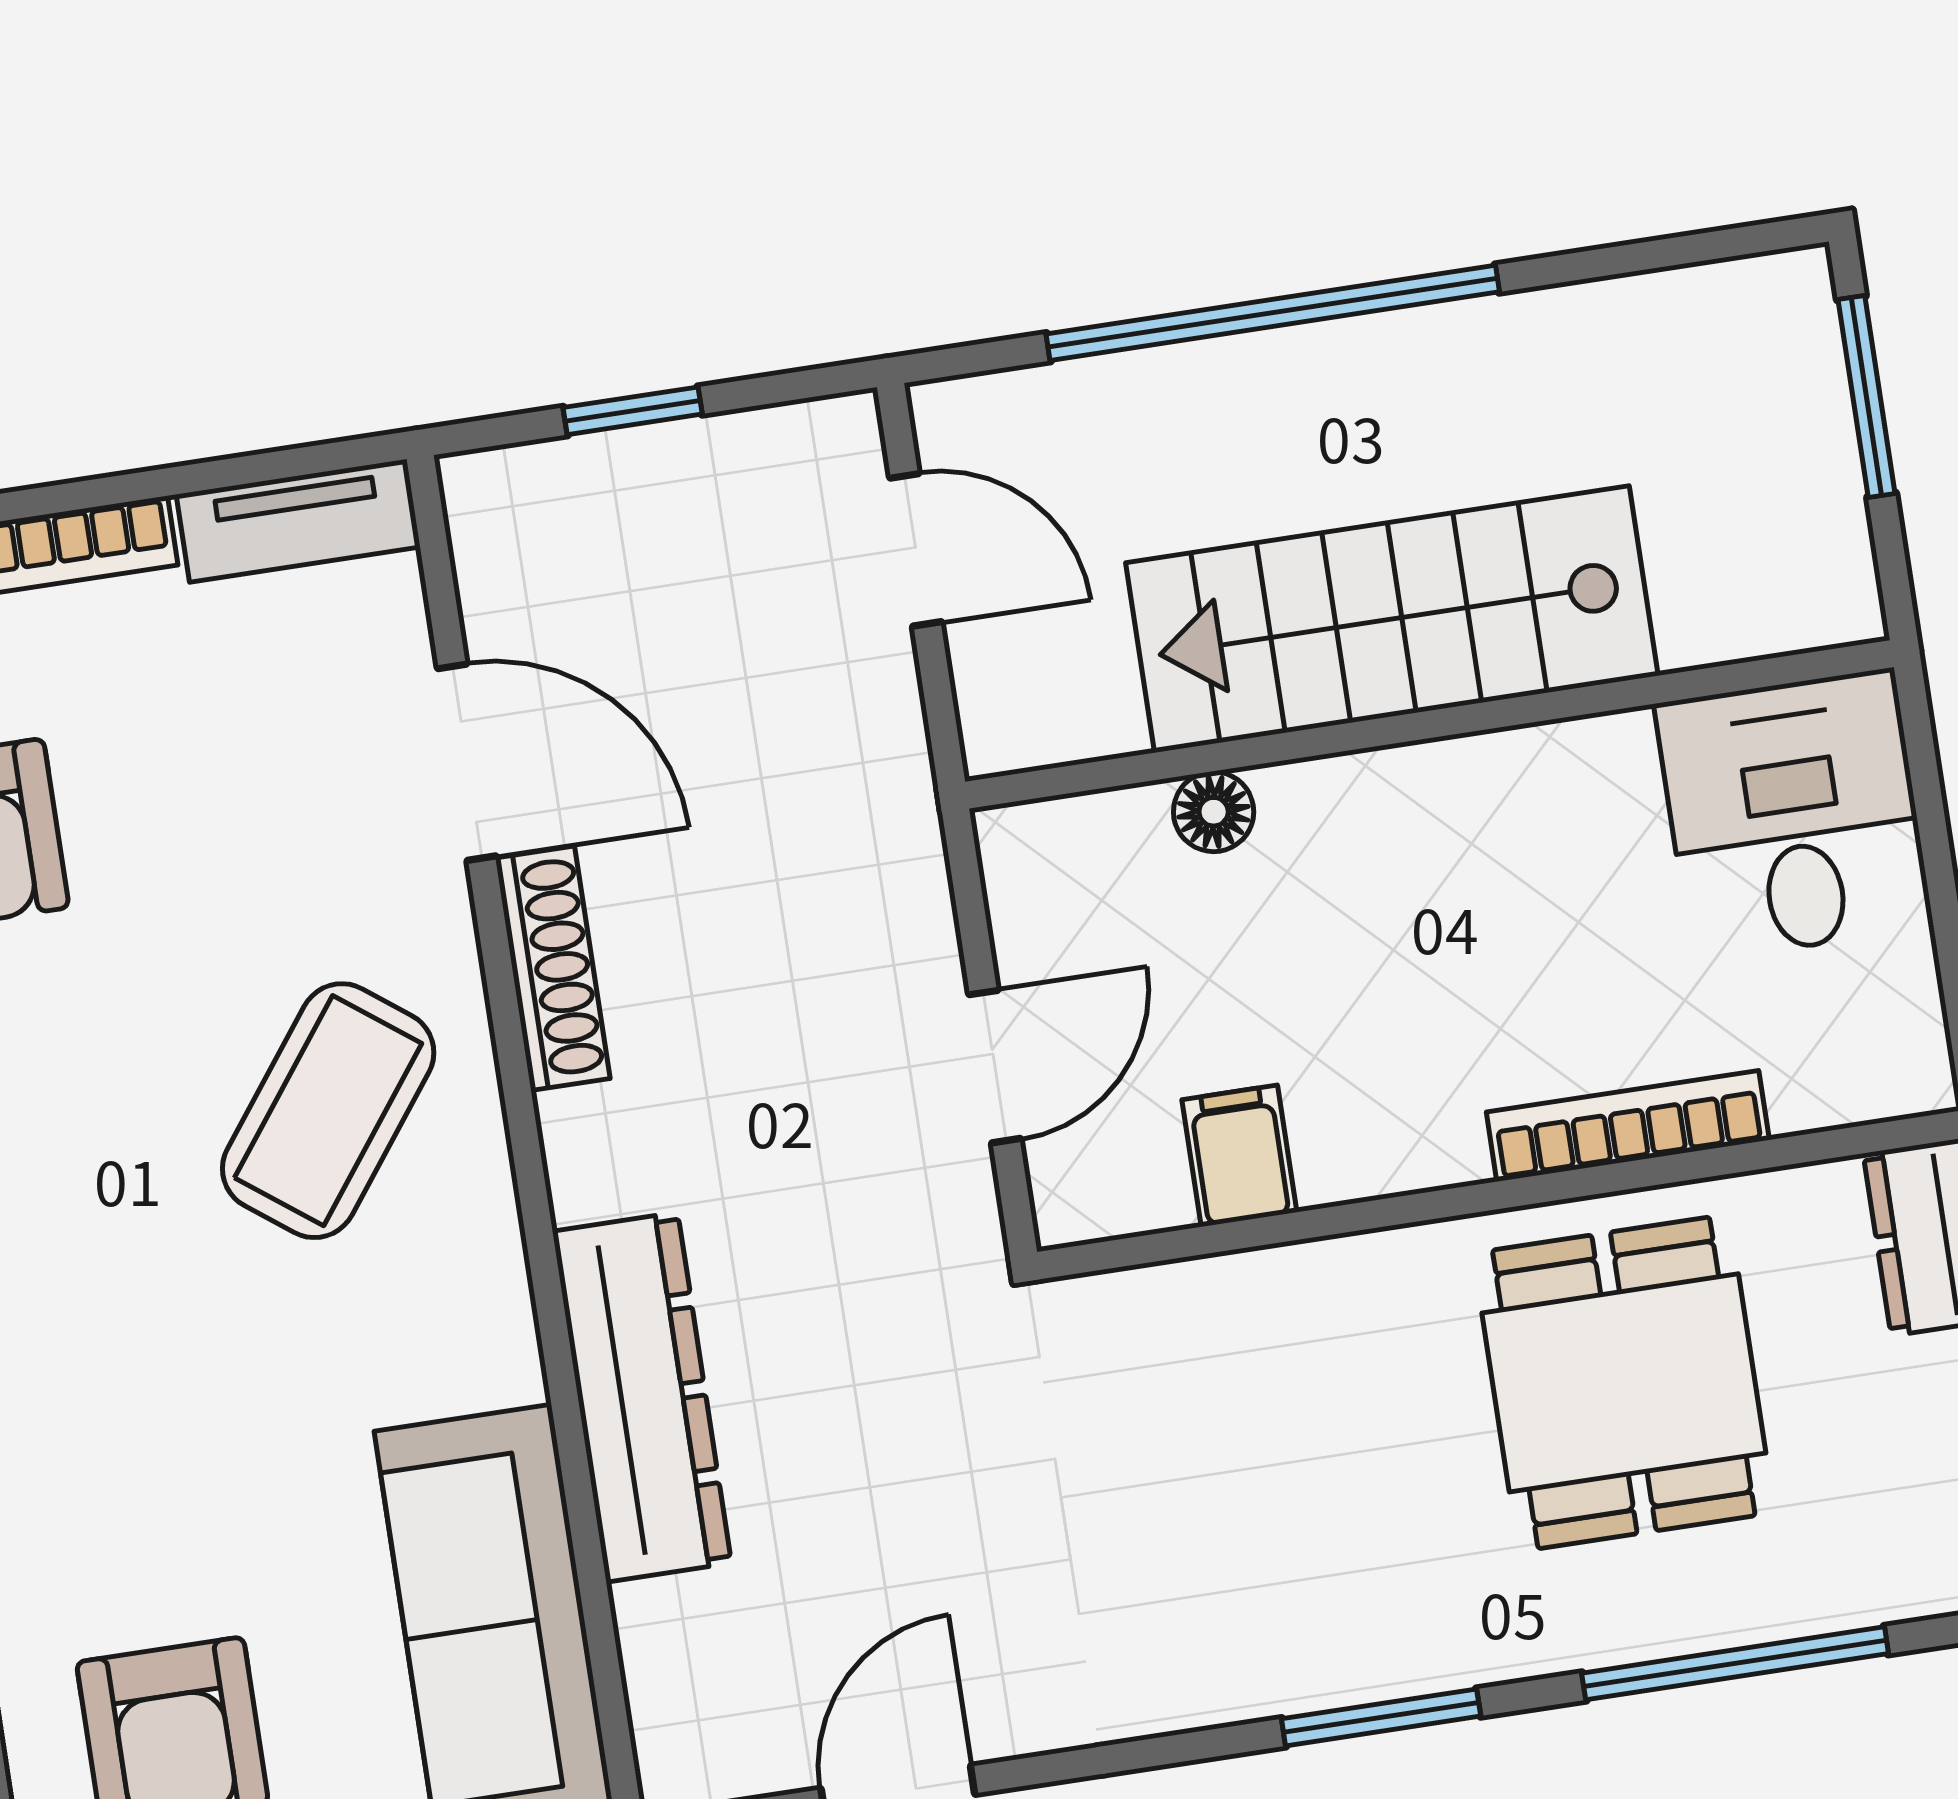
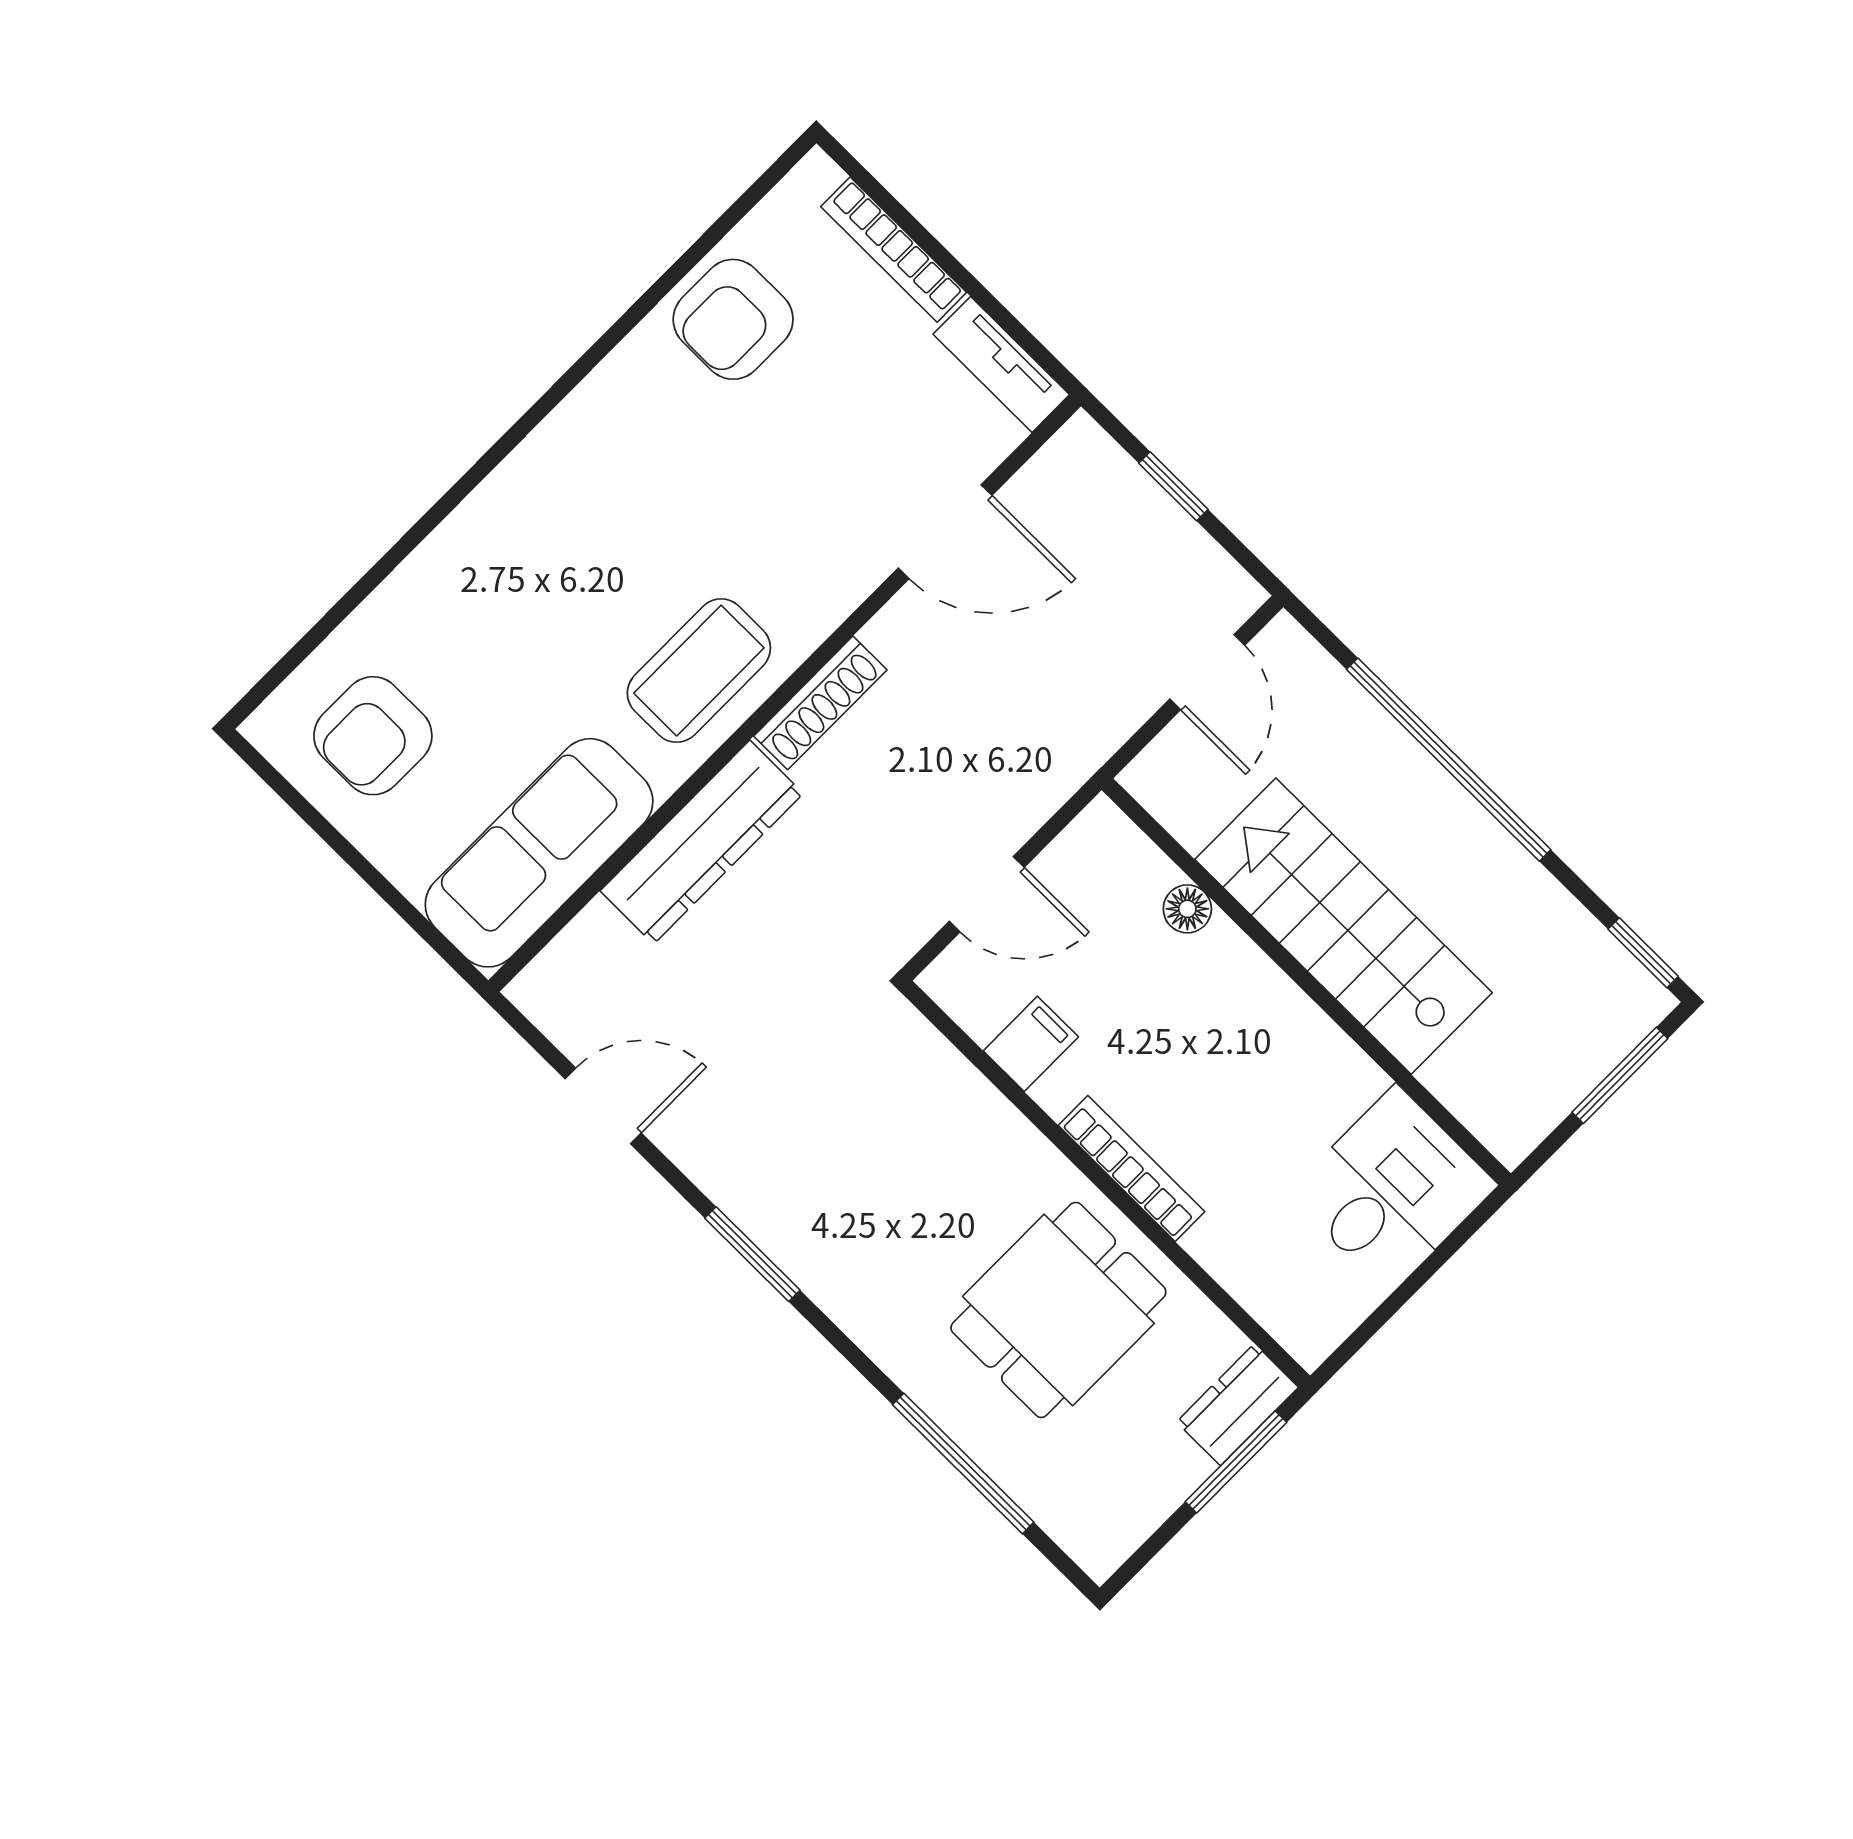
window: (1725, 244) -> (1643, 953), added
door: (467, 762) -> (945, 532), hinge flipped
shoe rack: (553, 968) -> (820, 703), moved
coffee table: (328, 1111) -> (699, 671), moved, turned -37
bookcase: (1628, 1126) -> (1131, 1169), moved
window: (1381, 1717) -> (752, 1254), moved

